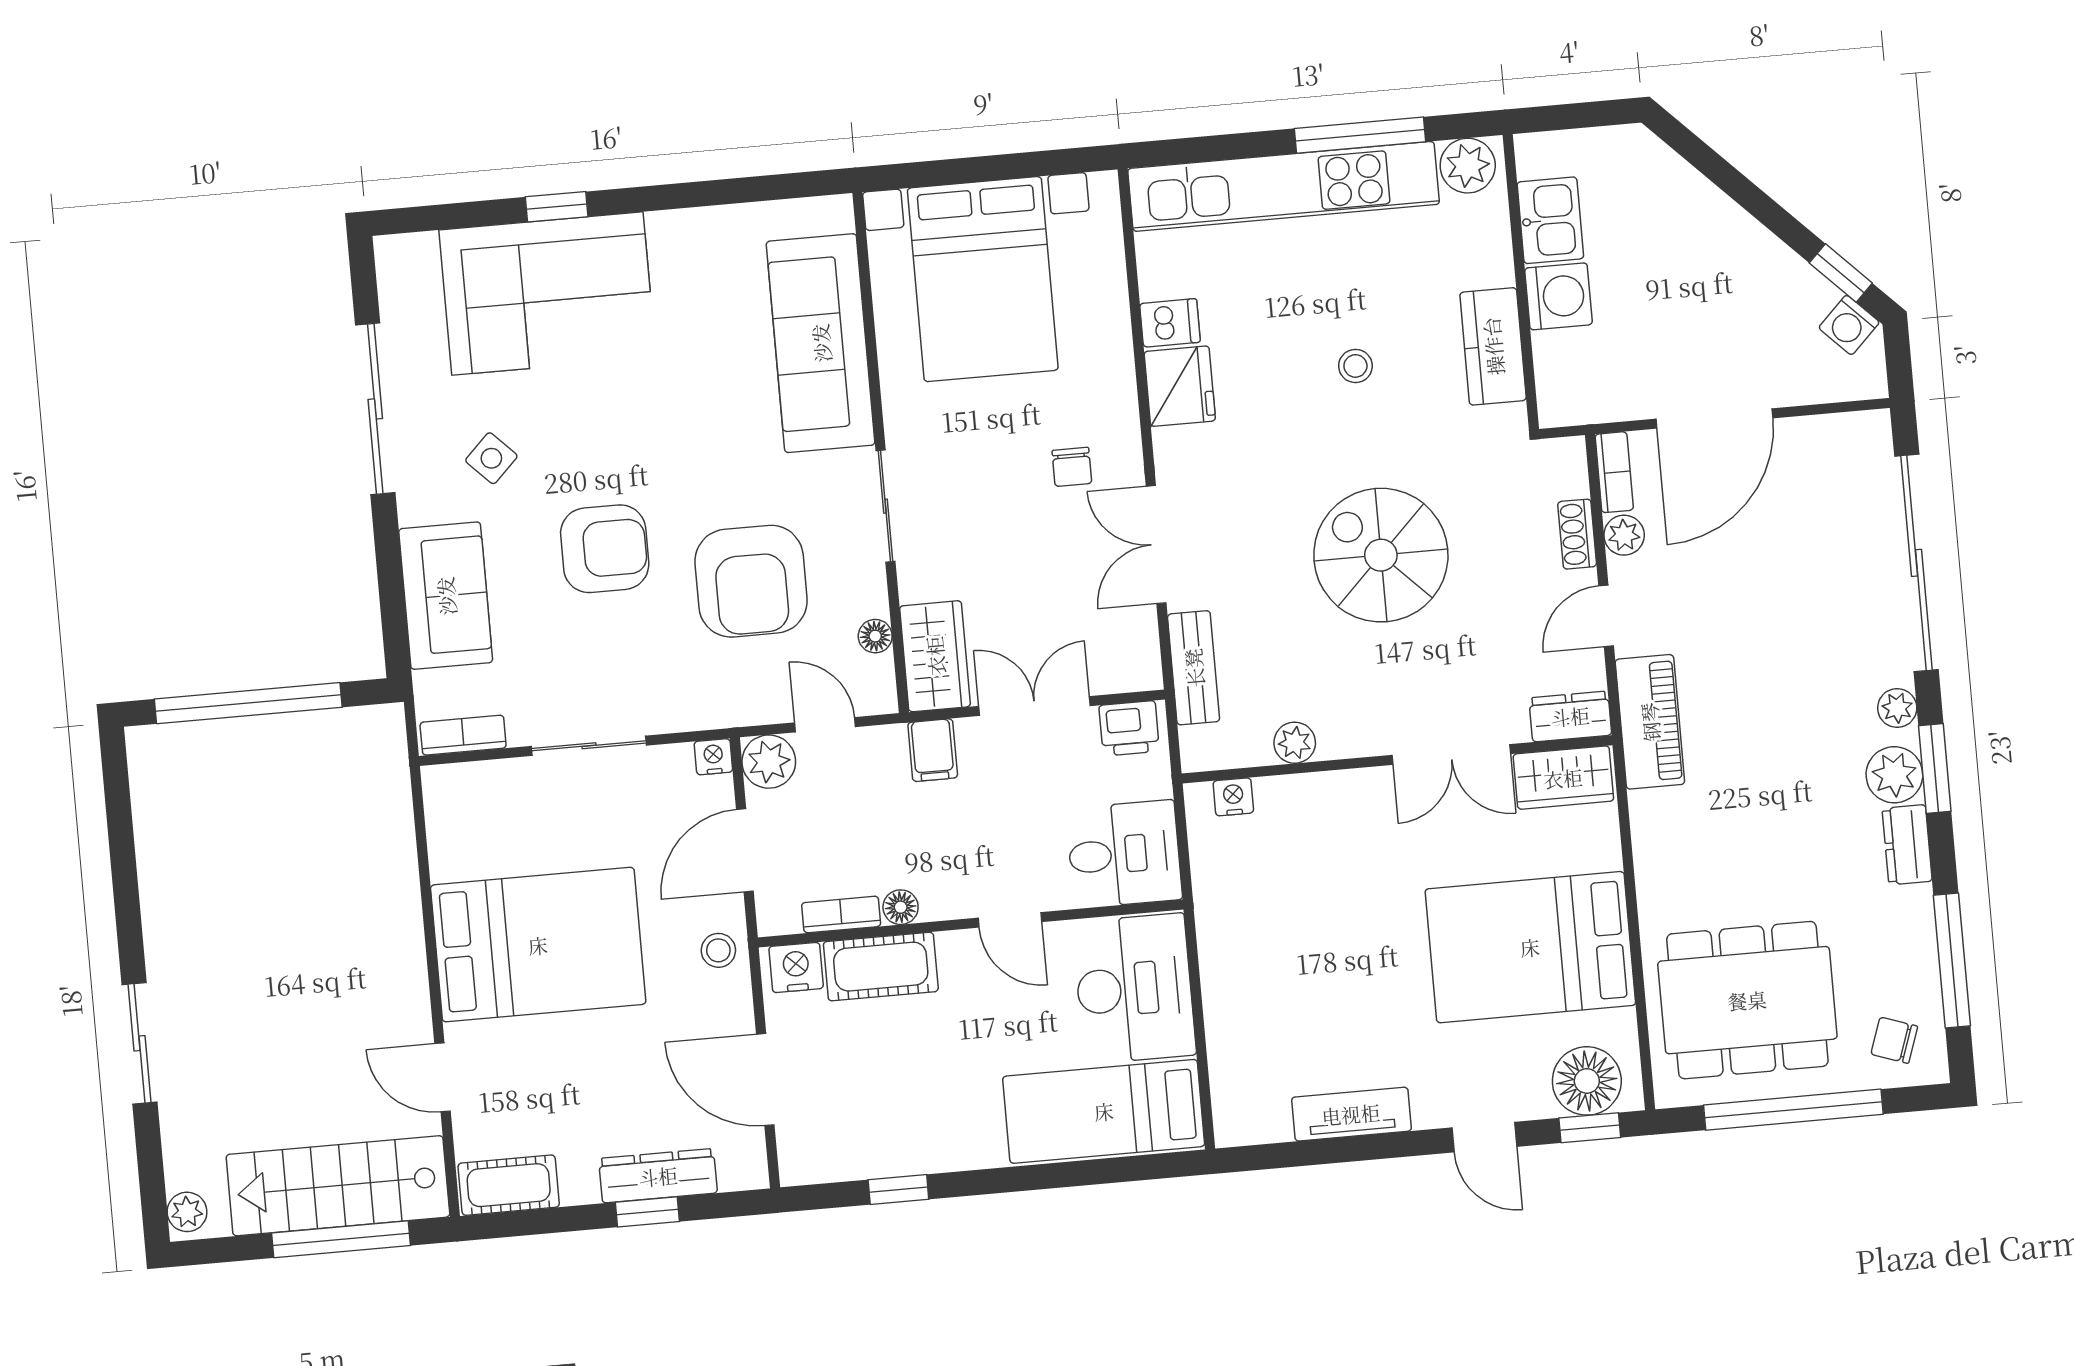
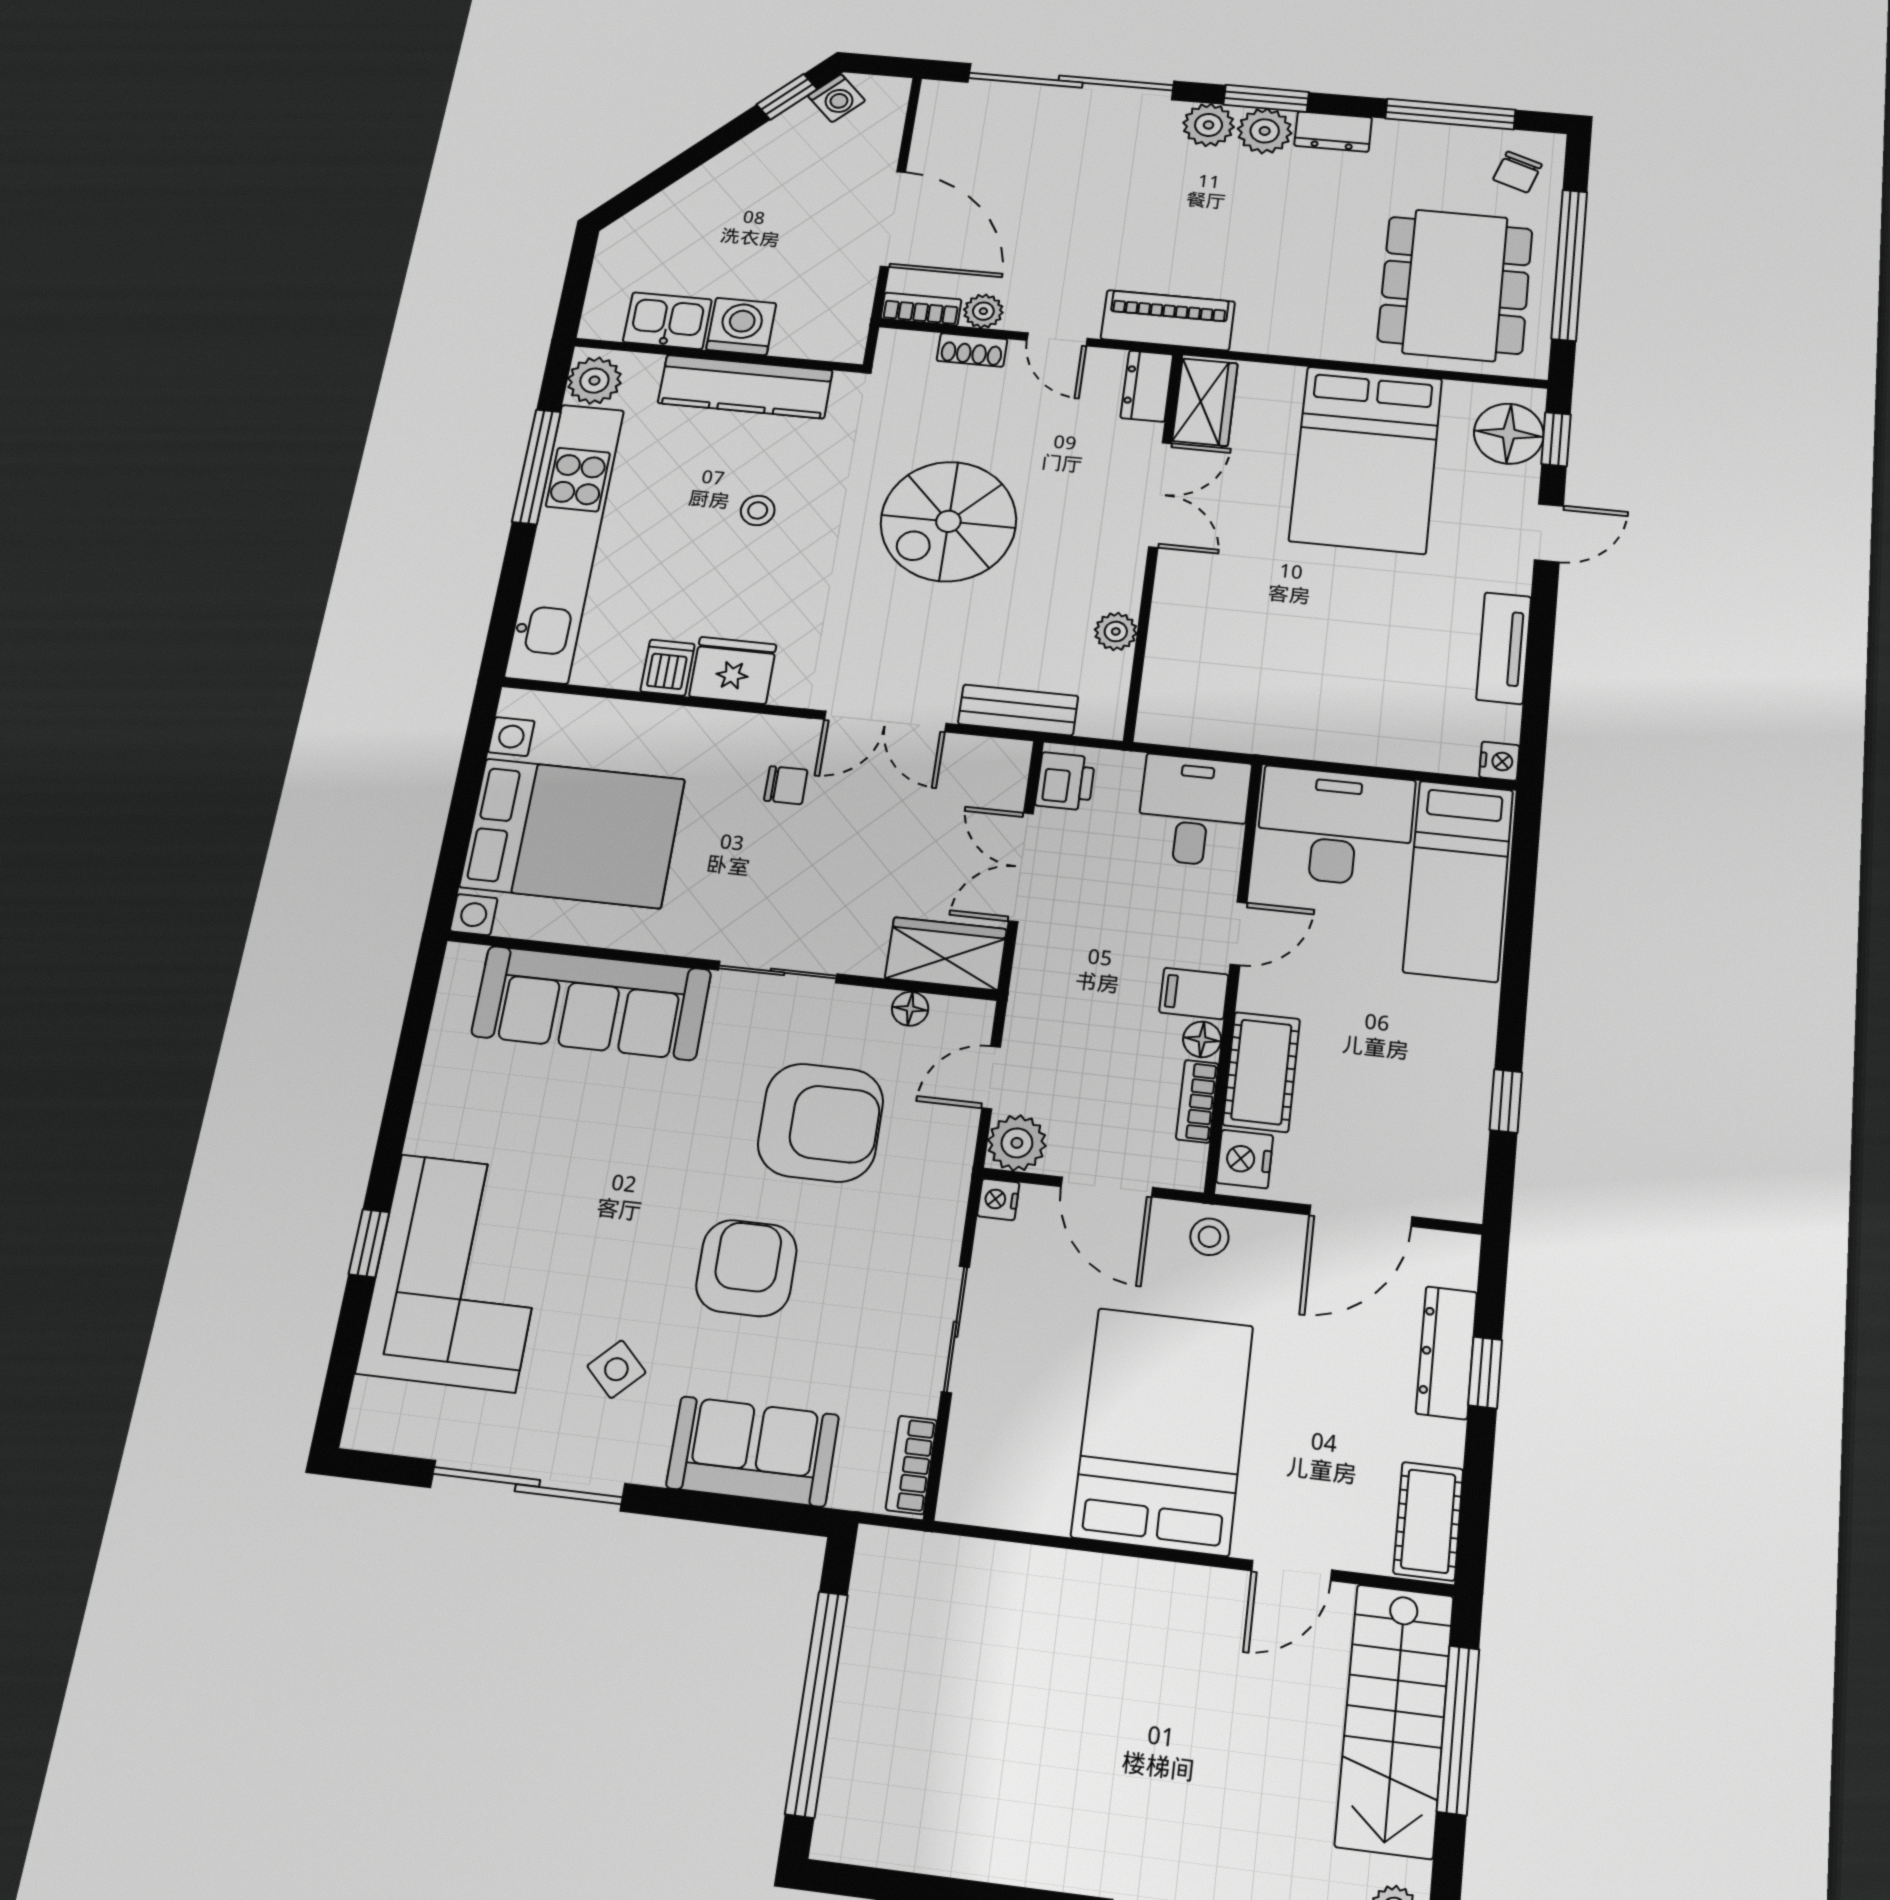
kitchen counter: (1493, 346) -> (745, 387), width x1.50
plant: (1897, 708) -> (1209, 125), width x1.38, depth x1.38
filing cabinet: (933, 750) -> (1194, 993), moved, turned 180
nightstand: (1233, 797) -> (1499, 761), moved, turned 180

